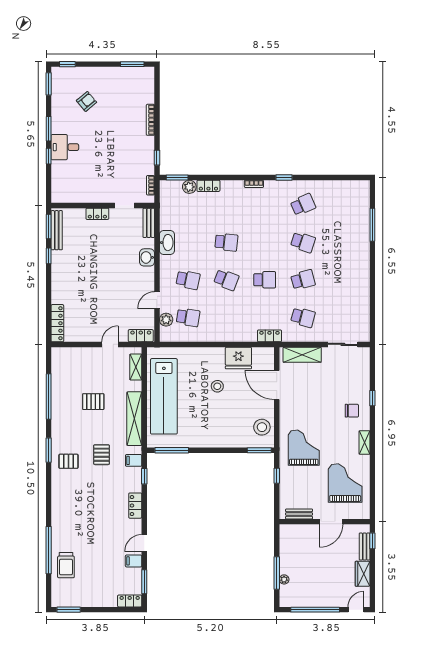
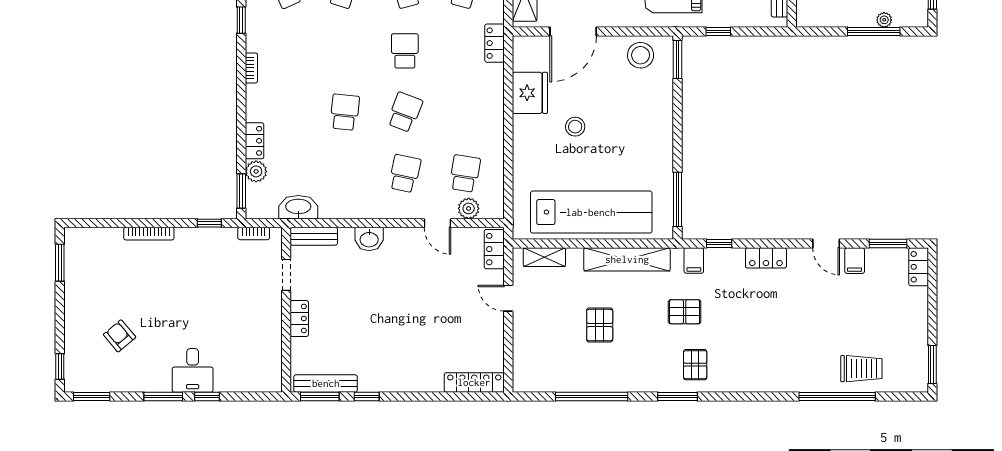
washbasin: (167, 243) -> (298, 207), moved

